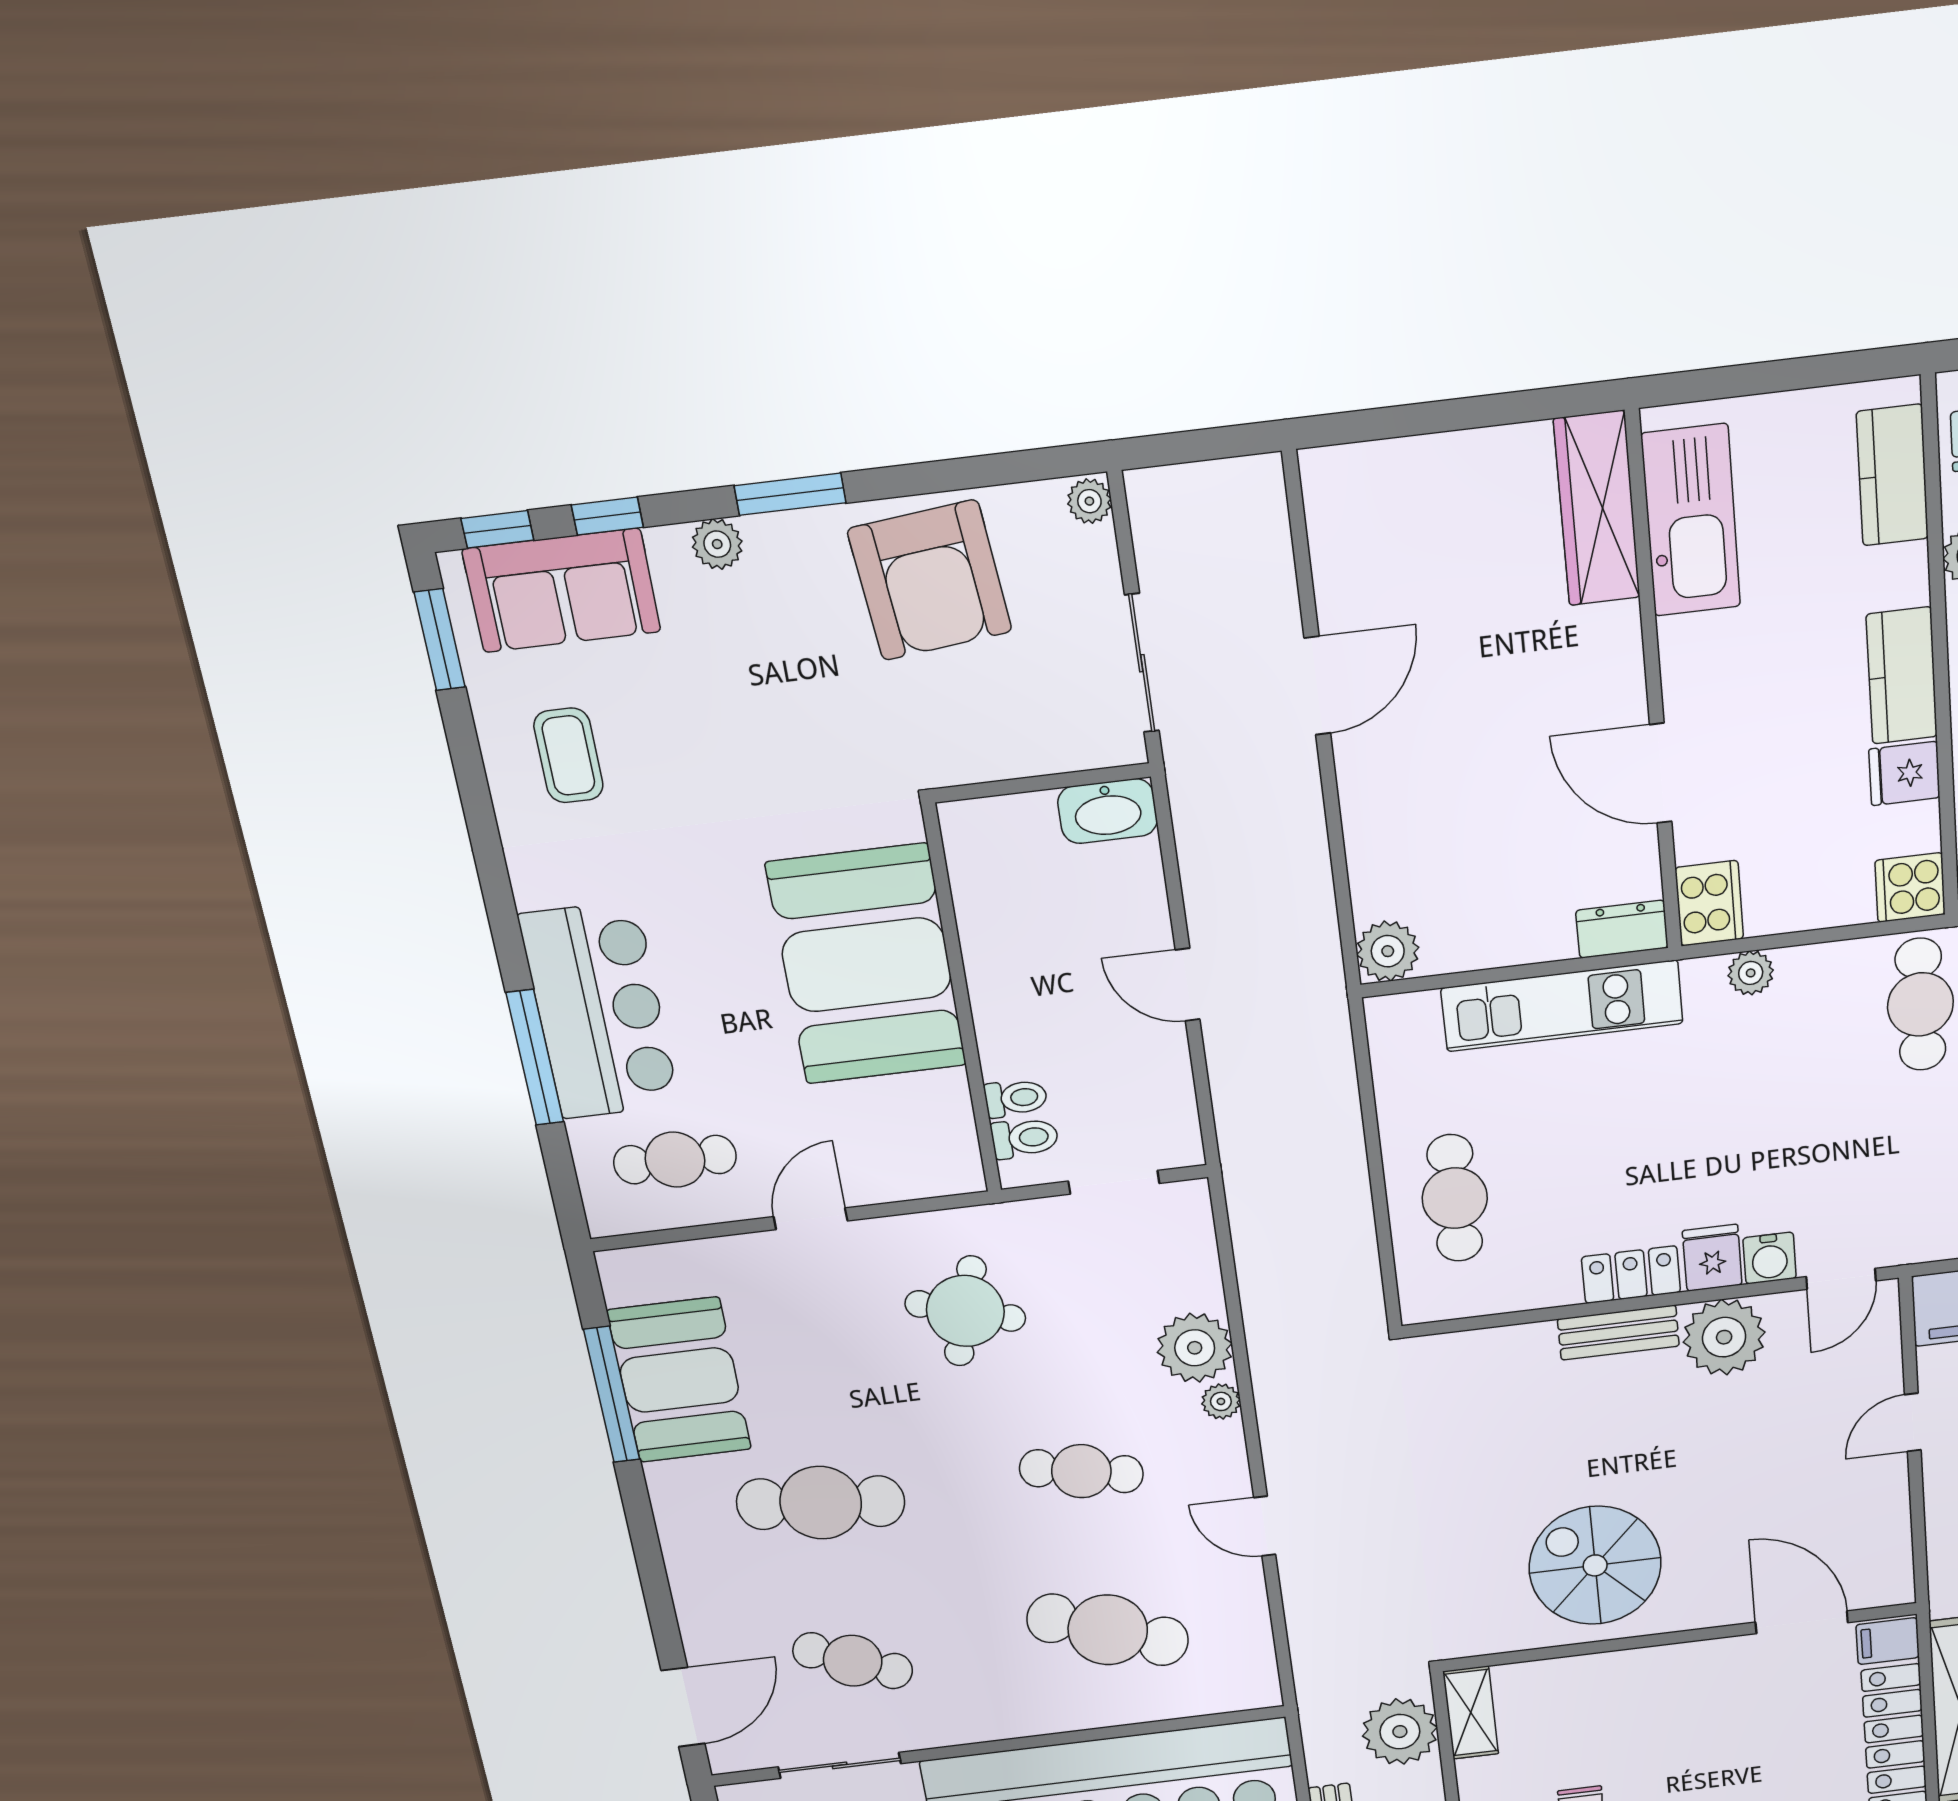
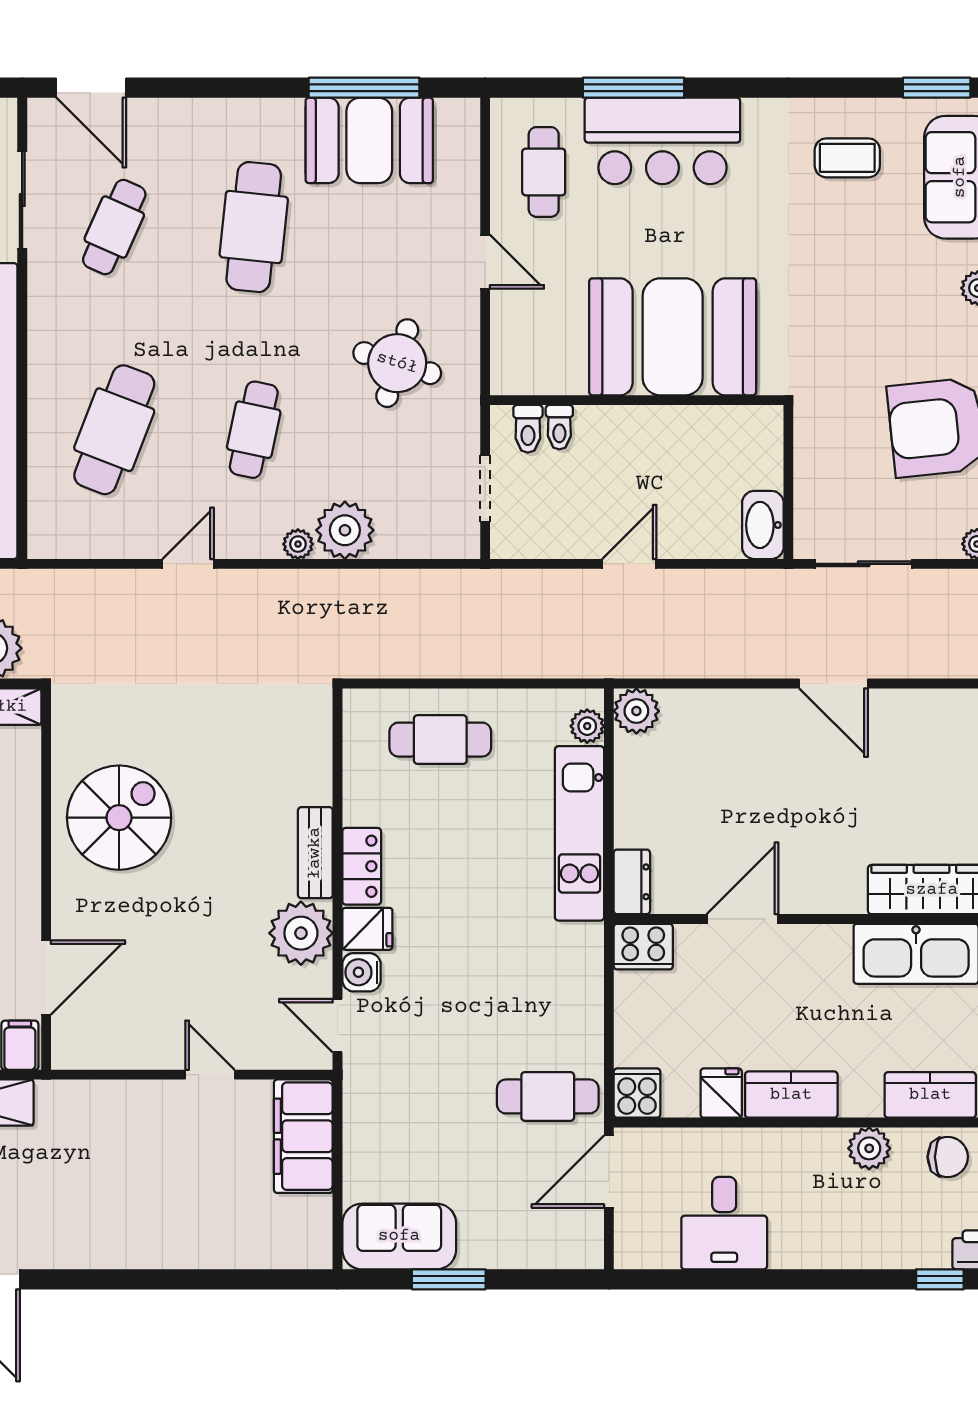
plant: (1751, 973) -> (587, 726), moved

